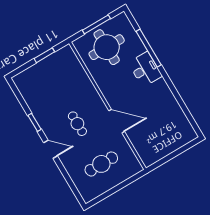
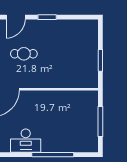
round table: (107, 47) -> (75, 119), removed
desk: (145, 69) -> (26, 141), moved

